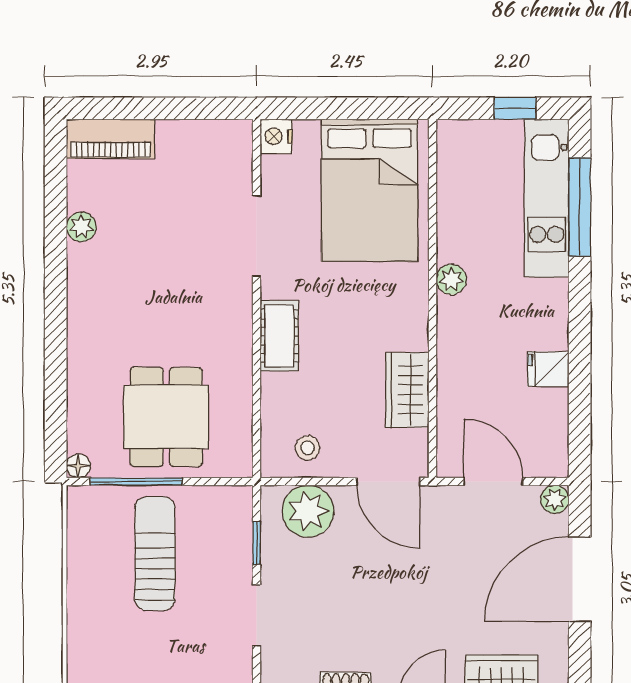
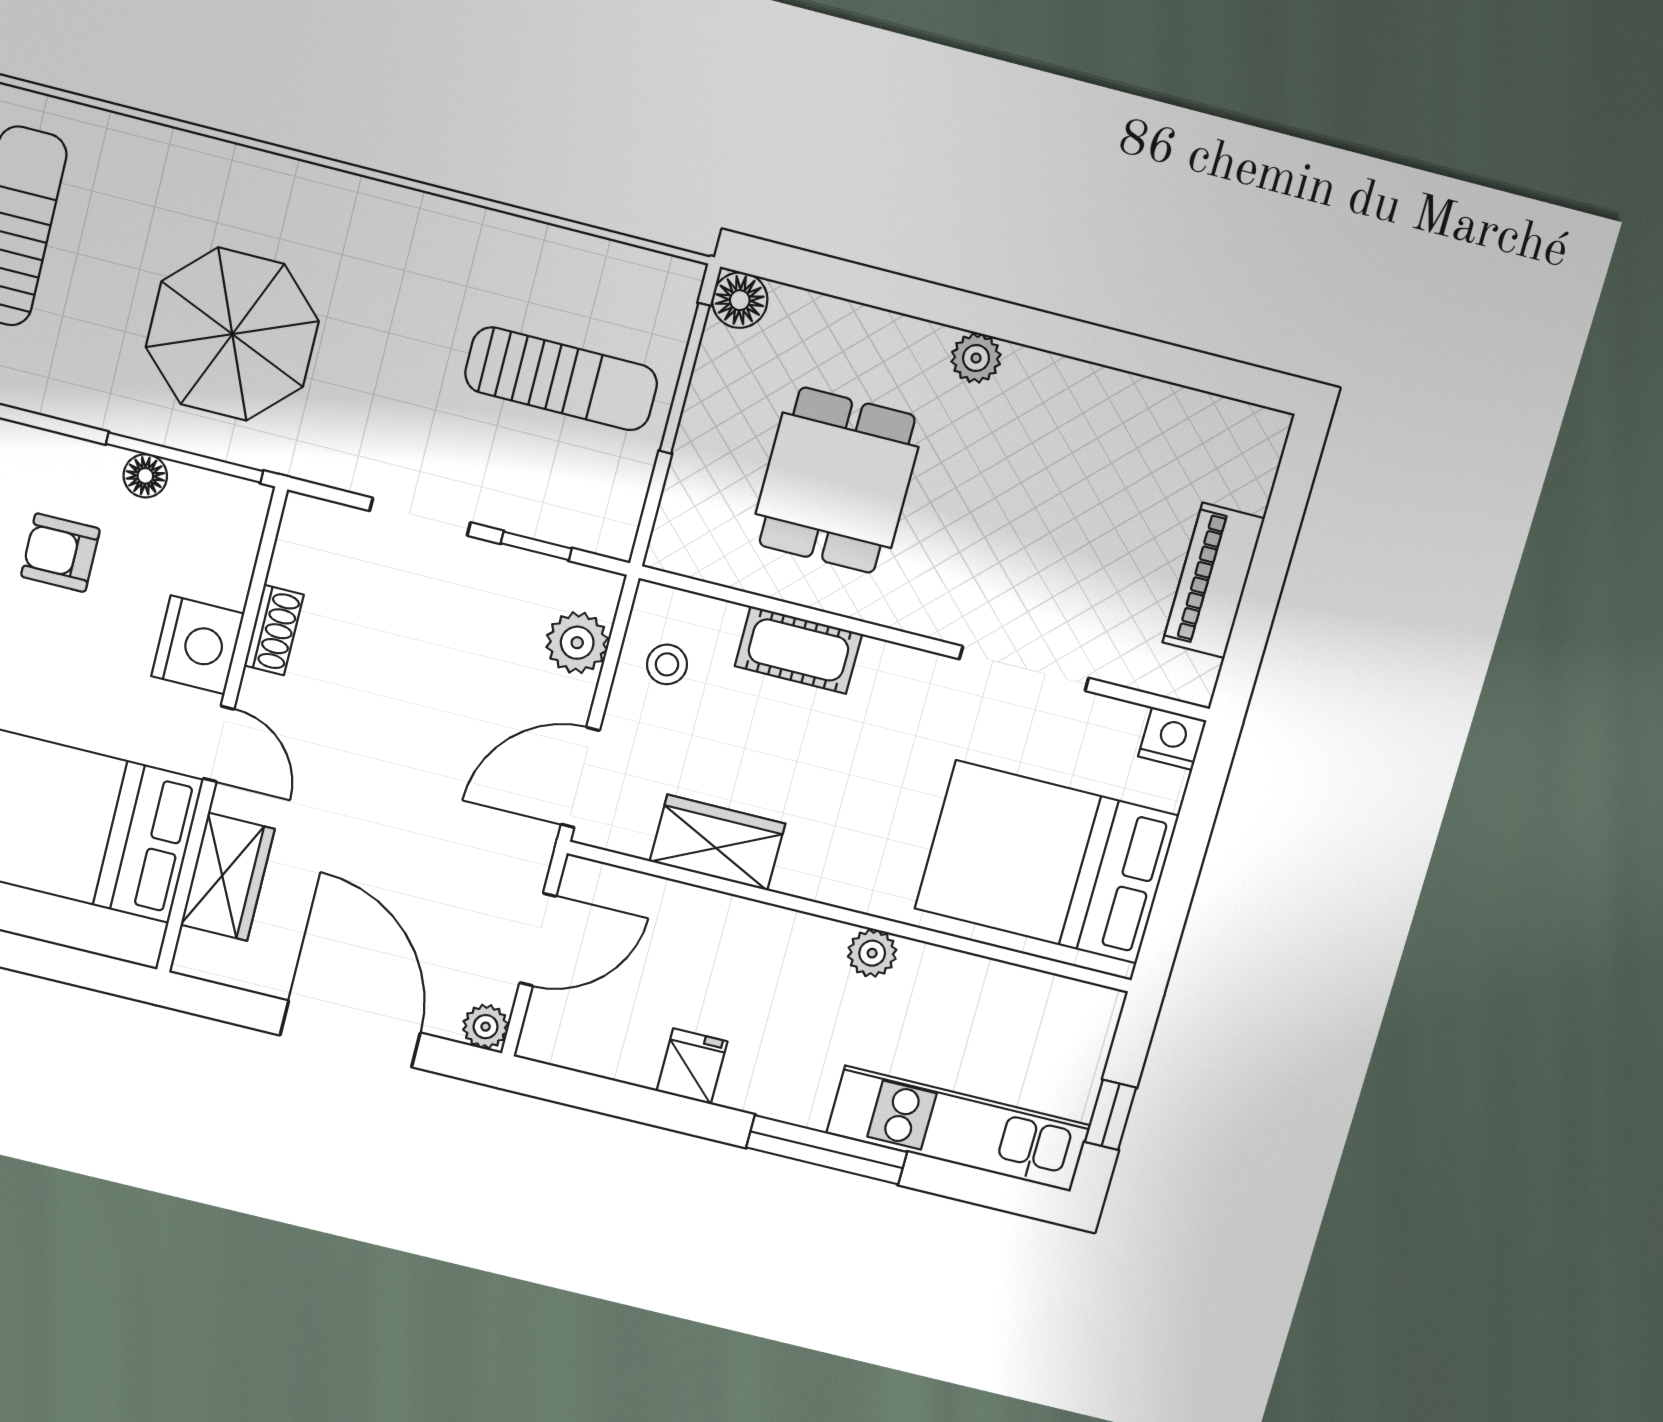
piano: (111, 139) -> (1213, 580), moved
window: (580, 207) -> (827, 1150), moved
plant: (81, 227) -> (976, 358), moved
cot: (279, 336) -> (798, 650), moved
dining table: (166, 417) -> (837, 480), moved, turned 90
floor lamp: (78, 466) -> (740, 300), width x1.37, depth x1.37
plant: (308, 511) -> (577, 643), width x0.73, depth x0.73

